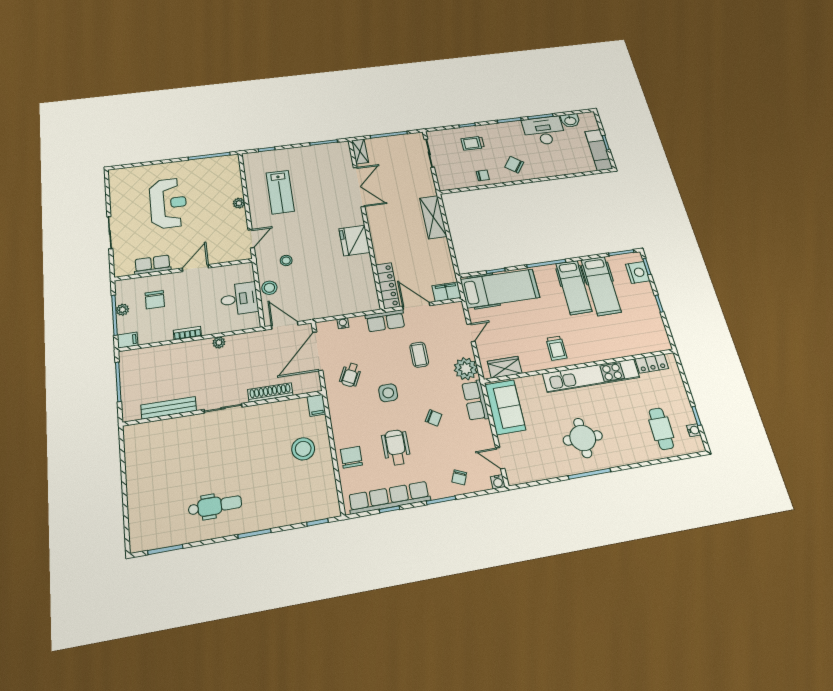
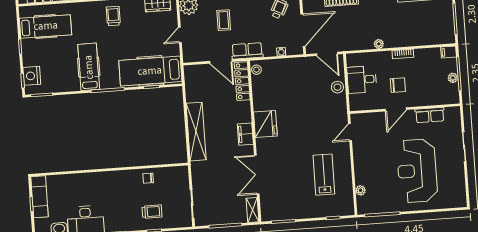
chair: (514, 165) -> (118, 187), removed
reception desk: (168, 203) -> (417, 171), width x1.36, depth x1.30
plant: (239, 203) -> (361, 190), moved
shelving: (433, 217) -> (196, 132), width x1.47
stool: (286, 260) -> (256, 70), moved
hospital bed: (601, 286) -> (46, 26), moved, turned 90
filing cabinet: (447, 292) -> (245, 134), moved, turned 90
chair: (155, 300) -> (398, 85), moved, turned 90

